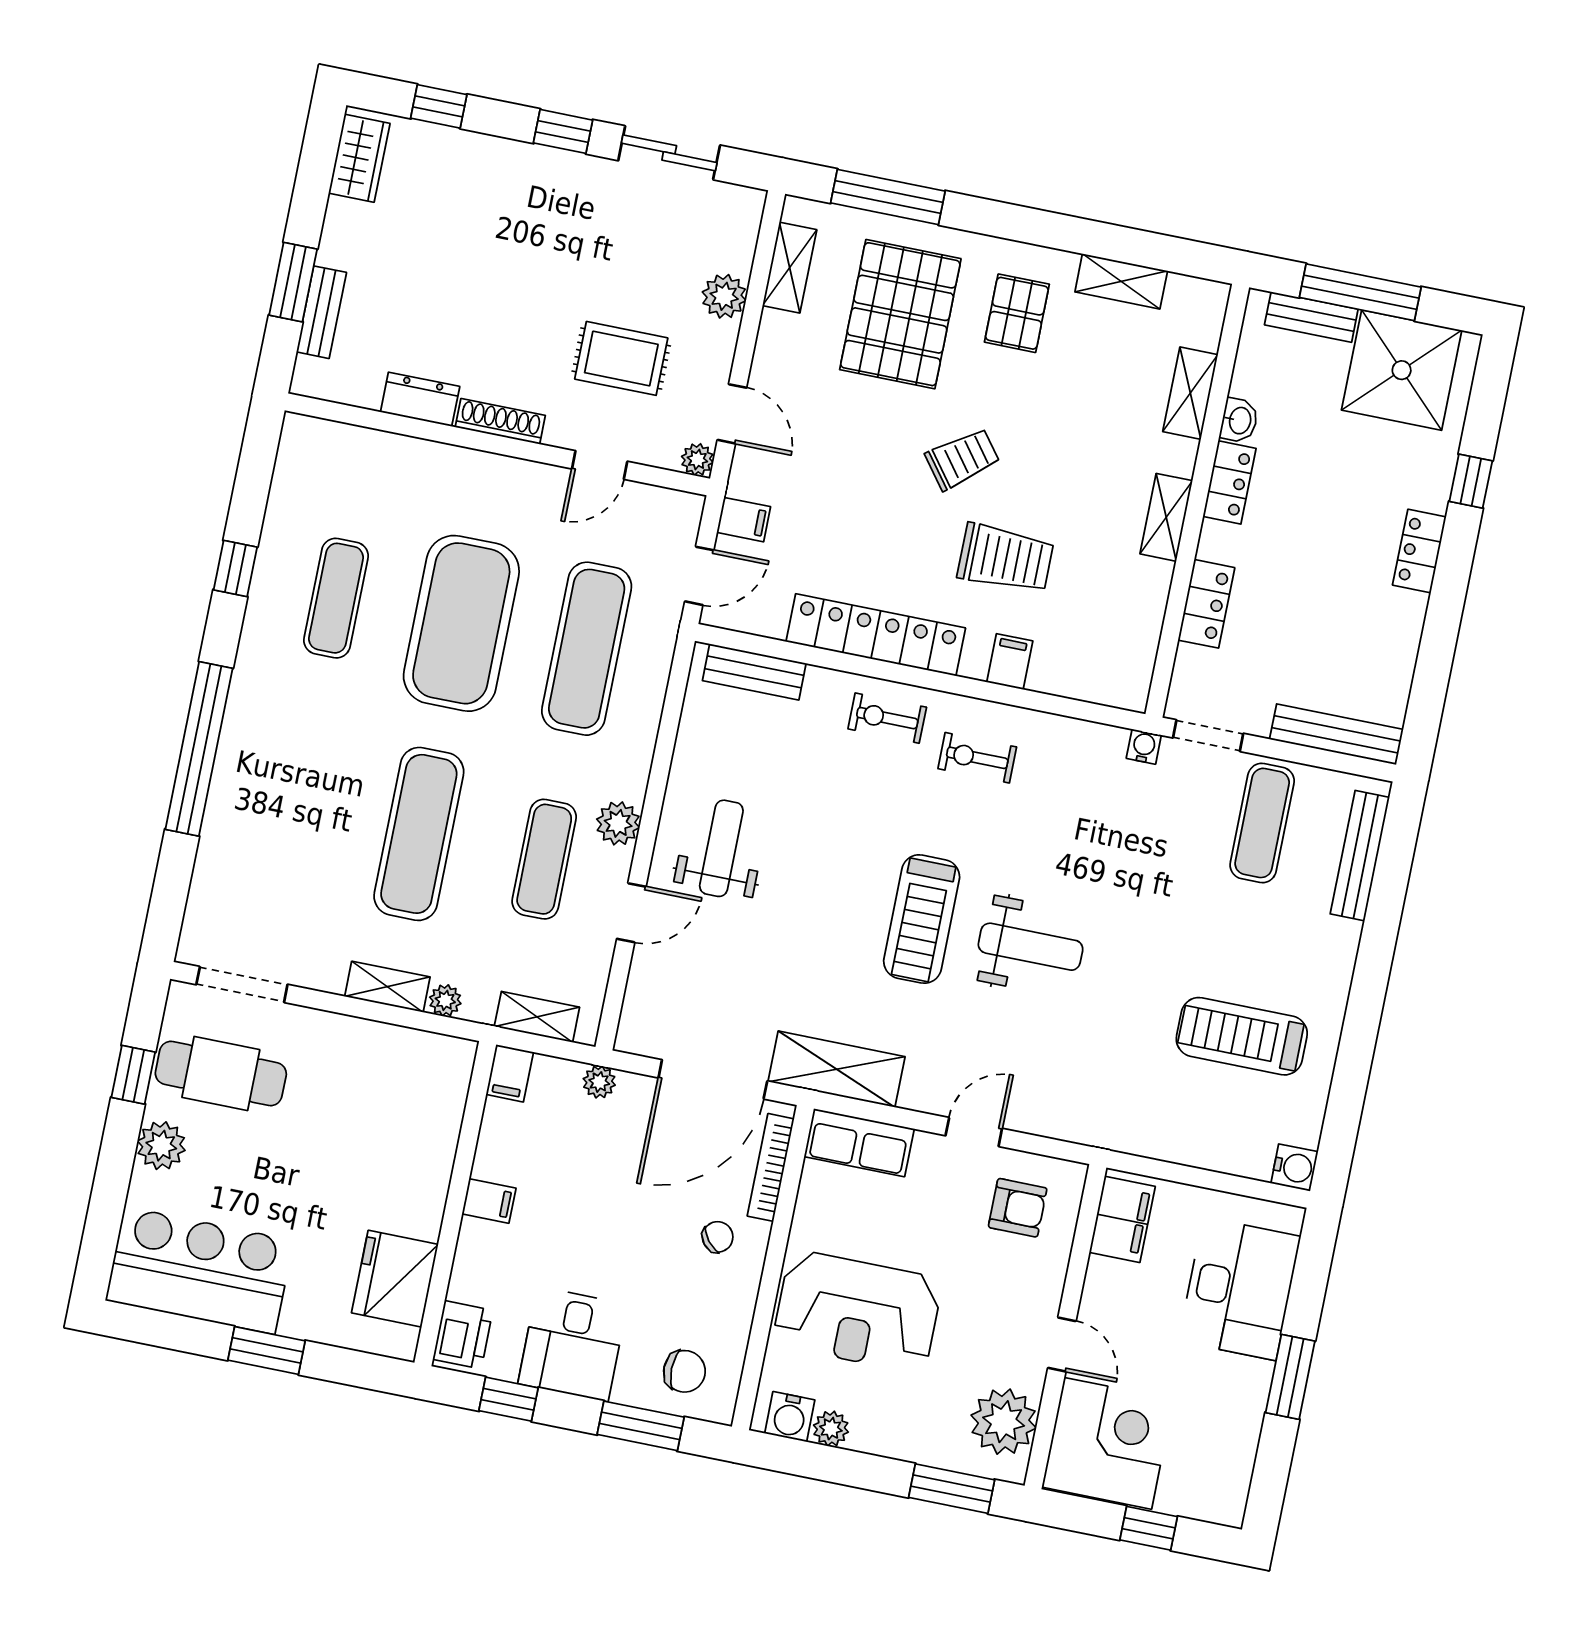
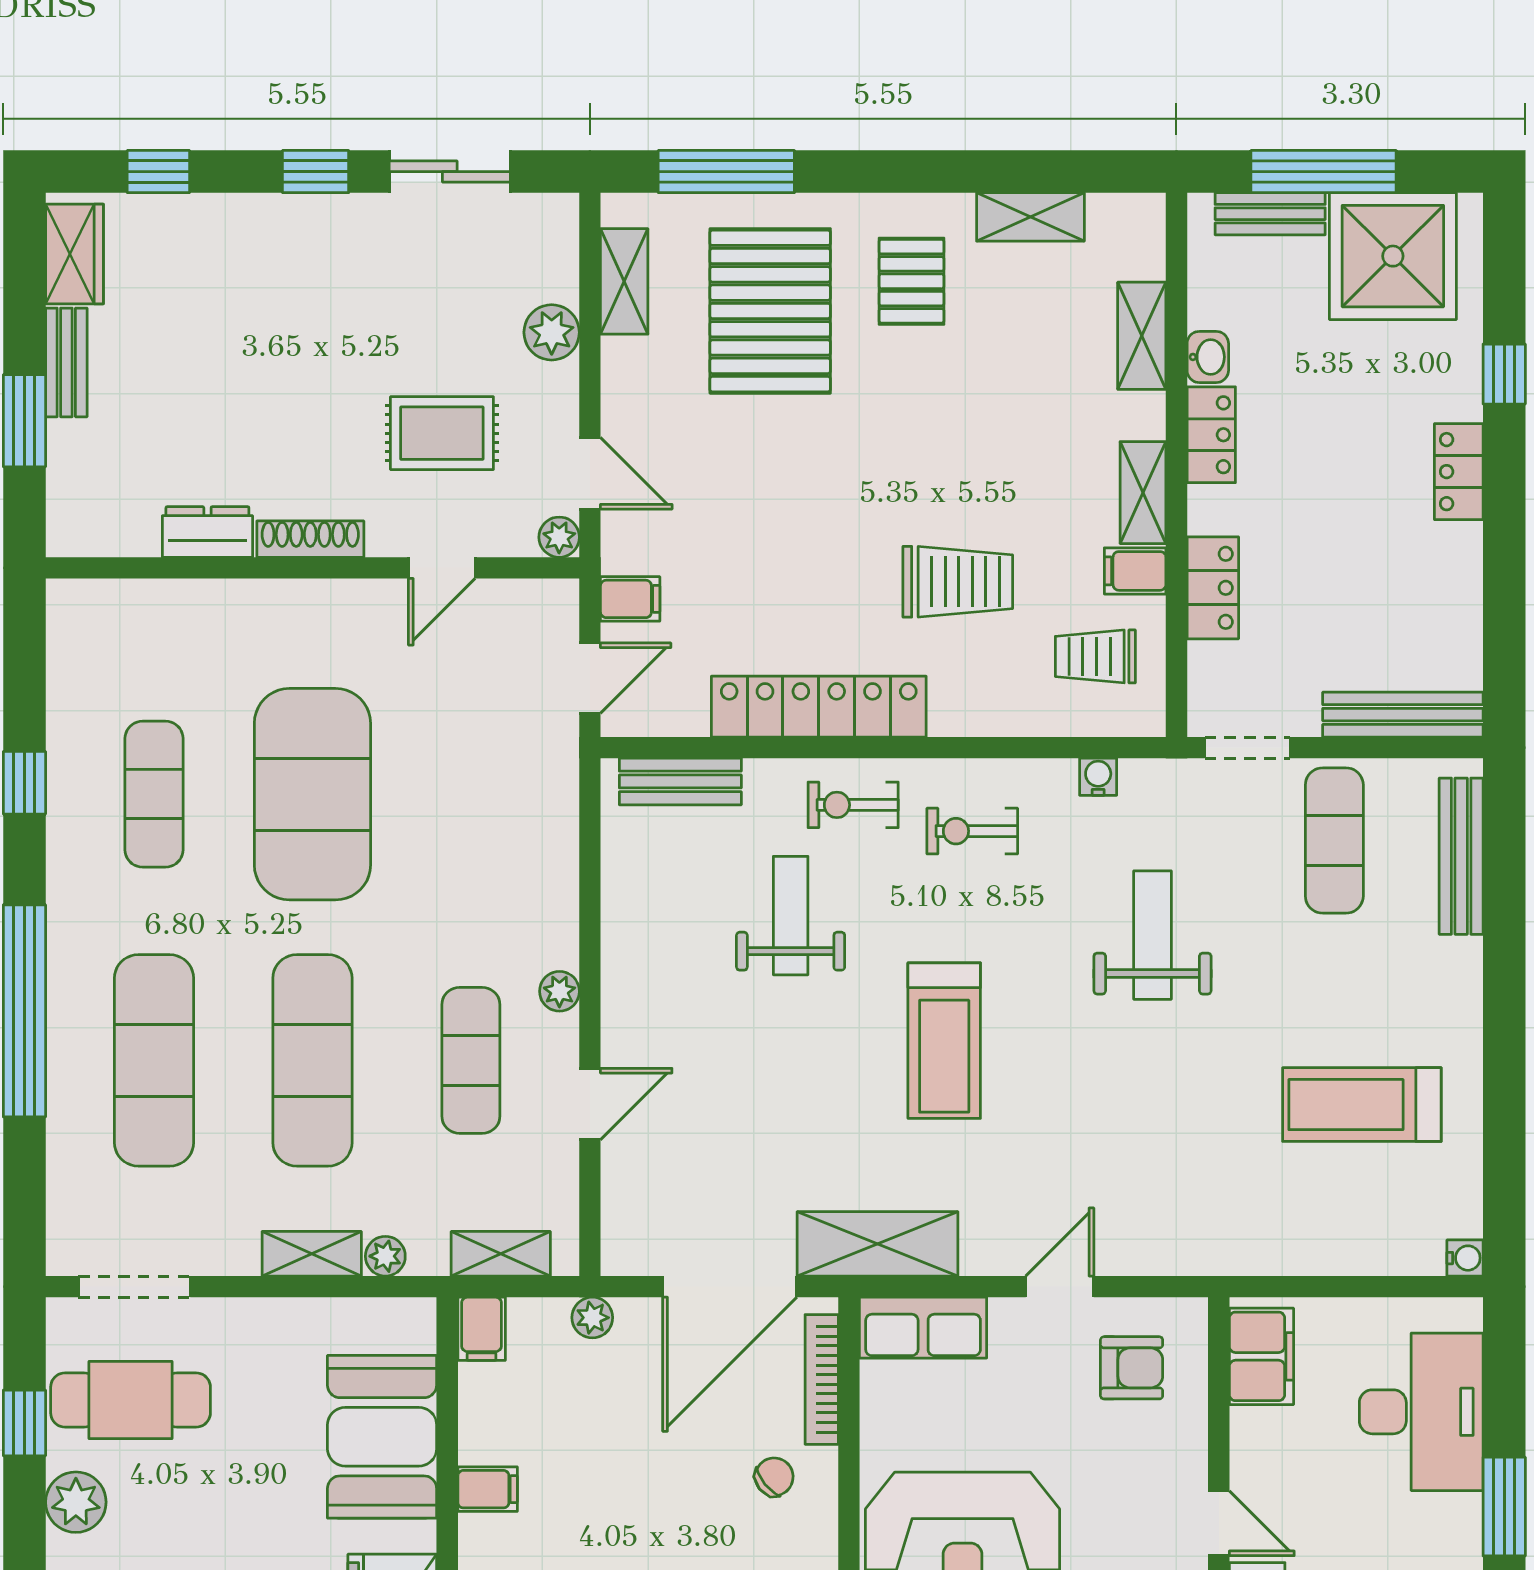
bench: (321, 312) -> (66, 362), moved
trolley: (962, 459) -> (1095, 656), moved, turned -143
exercise mat: (587, 649) -> (154, 1060), moved
filing cabinet: (1010, 662) -> (1135, 571), moved, turned -90
water cooler: (1144, 747) -> (1098, 777), moved
plant: (618, 823) -> (559, 991), width x0.73, depth x0.73
weight bench: (721, 848) -> (791, 916), moved
weight bench: (1031, 947) -> (1152, 935), moved, turned -90
booth: (414, 1143) -> (382, 1437), added
water cooler: (1294, 1167) -> (1465, 1258), width x0.72, depth x0.72

